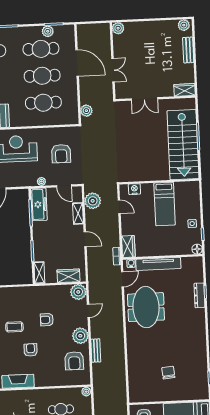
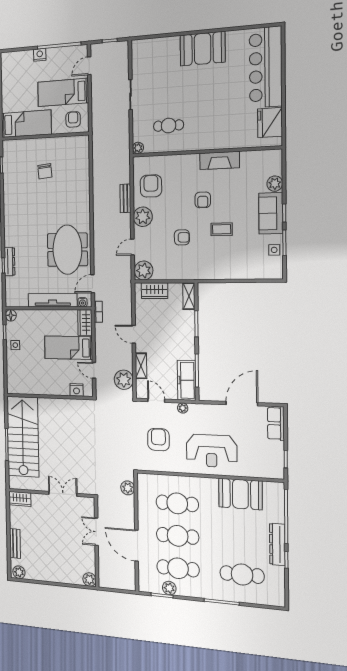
bed: (165, 204) -> (68, 348), moved, turned -90

